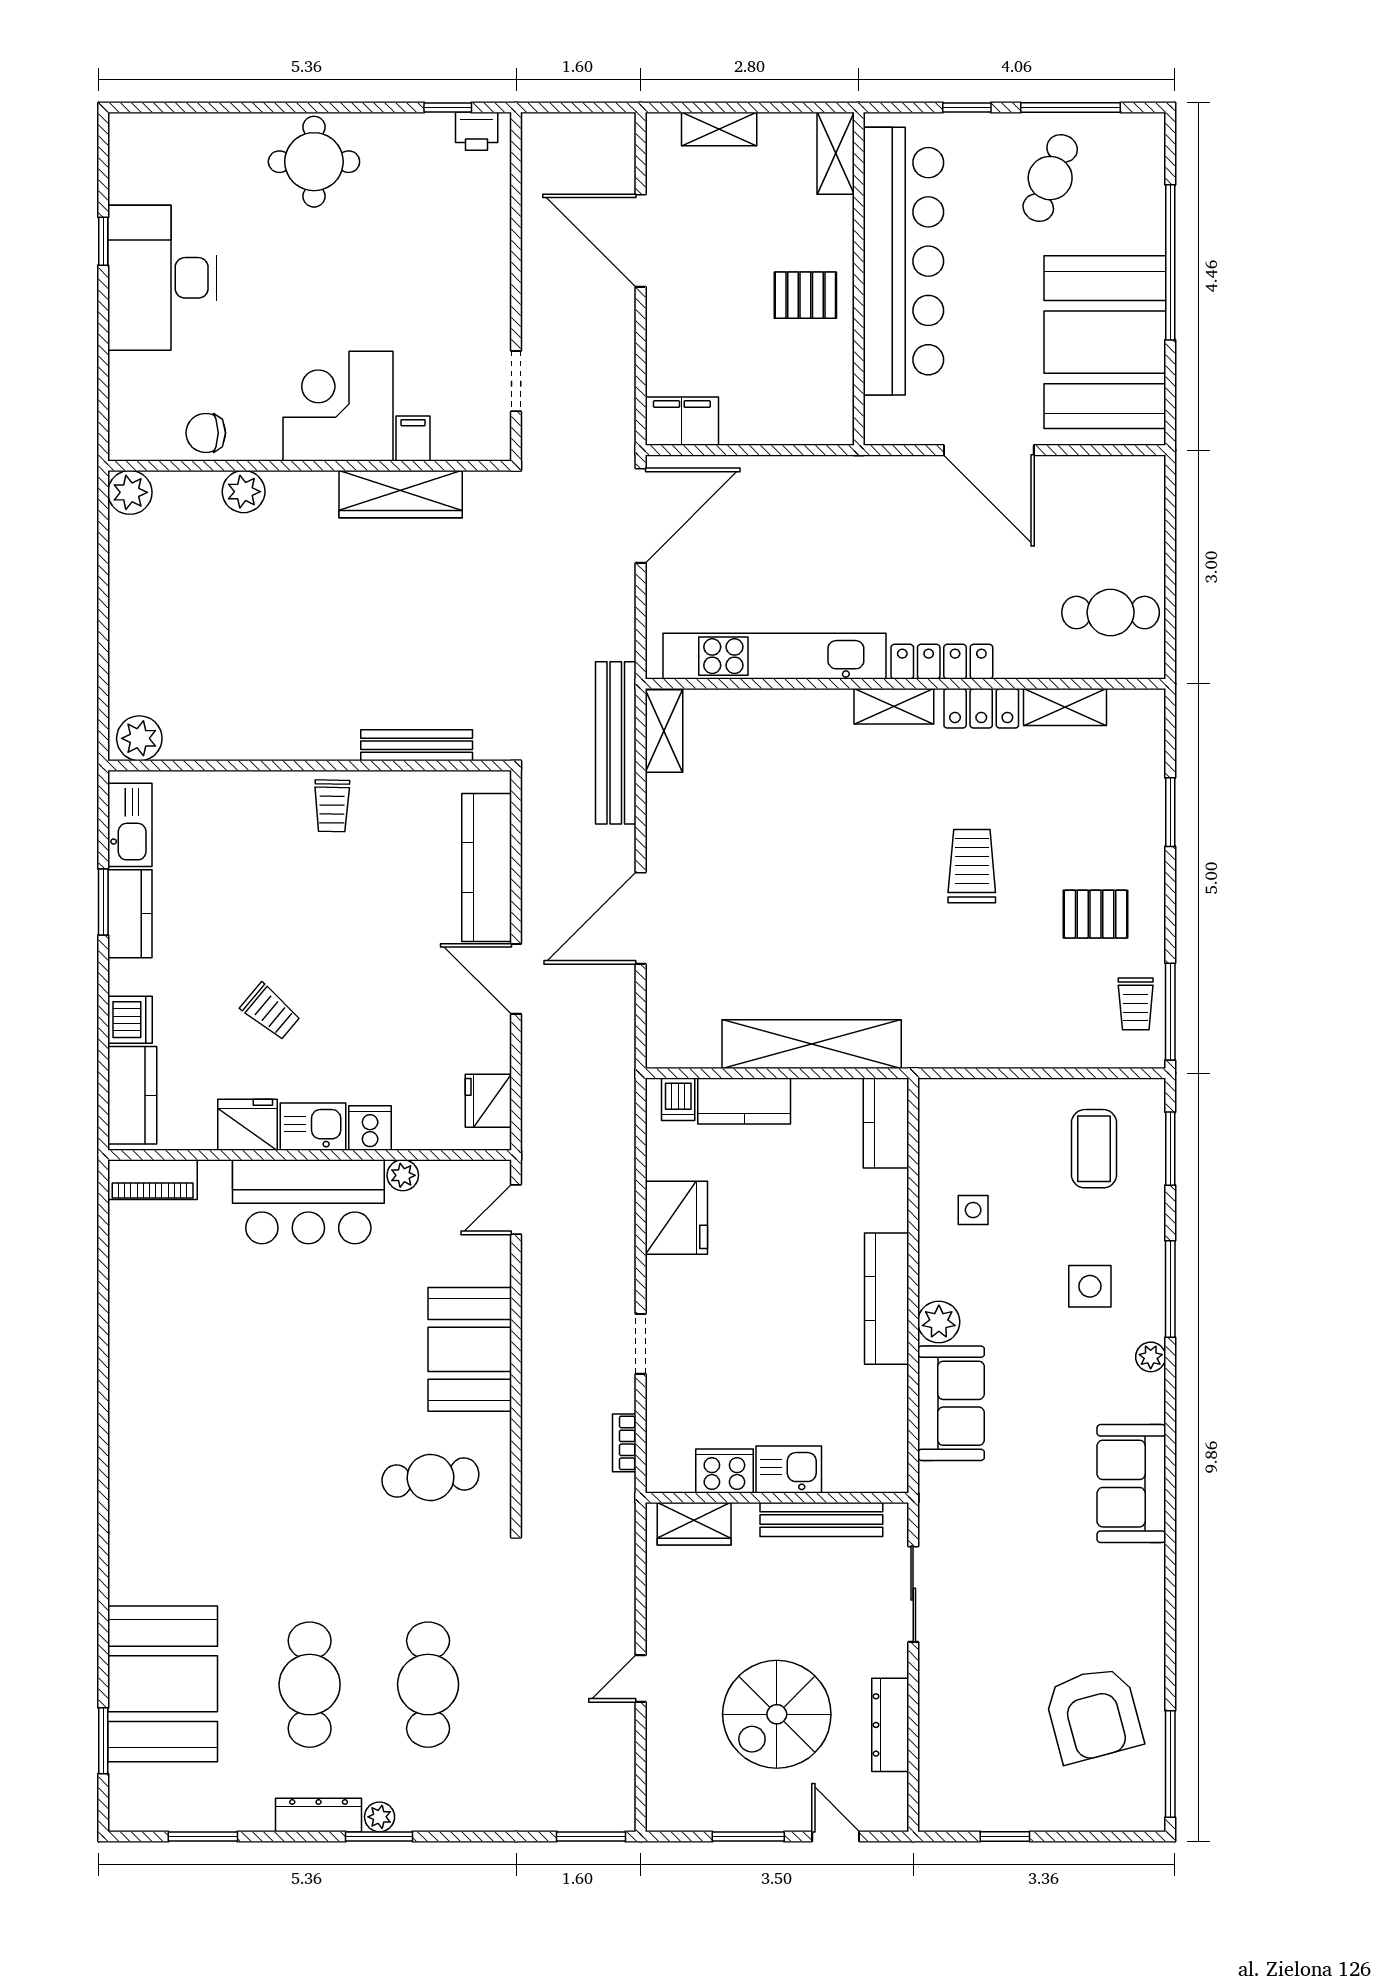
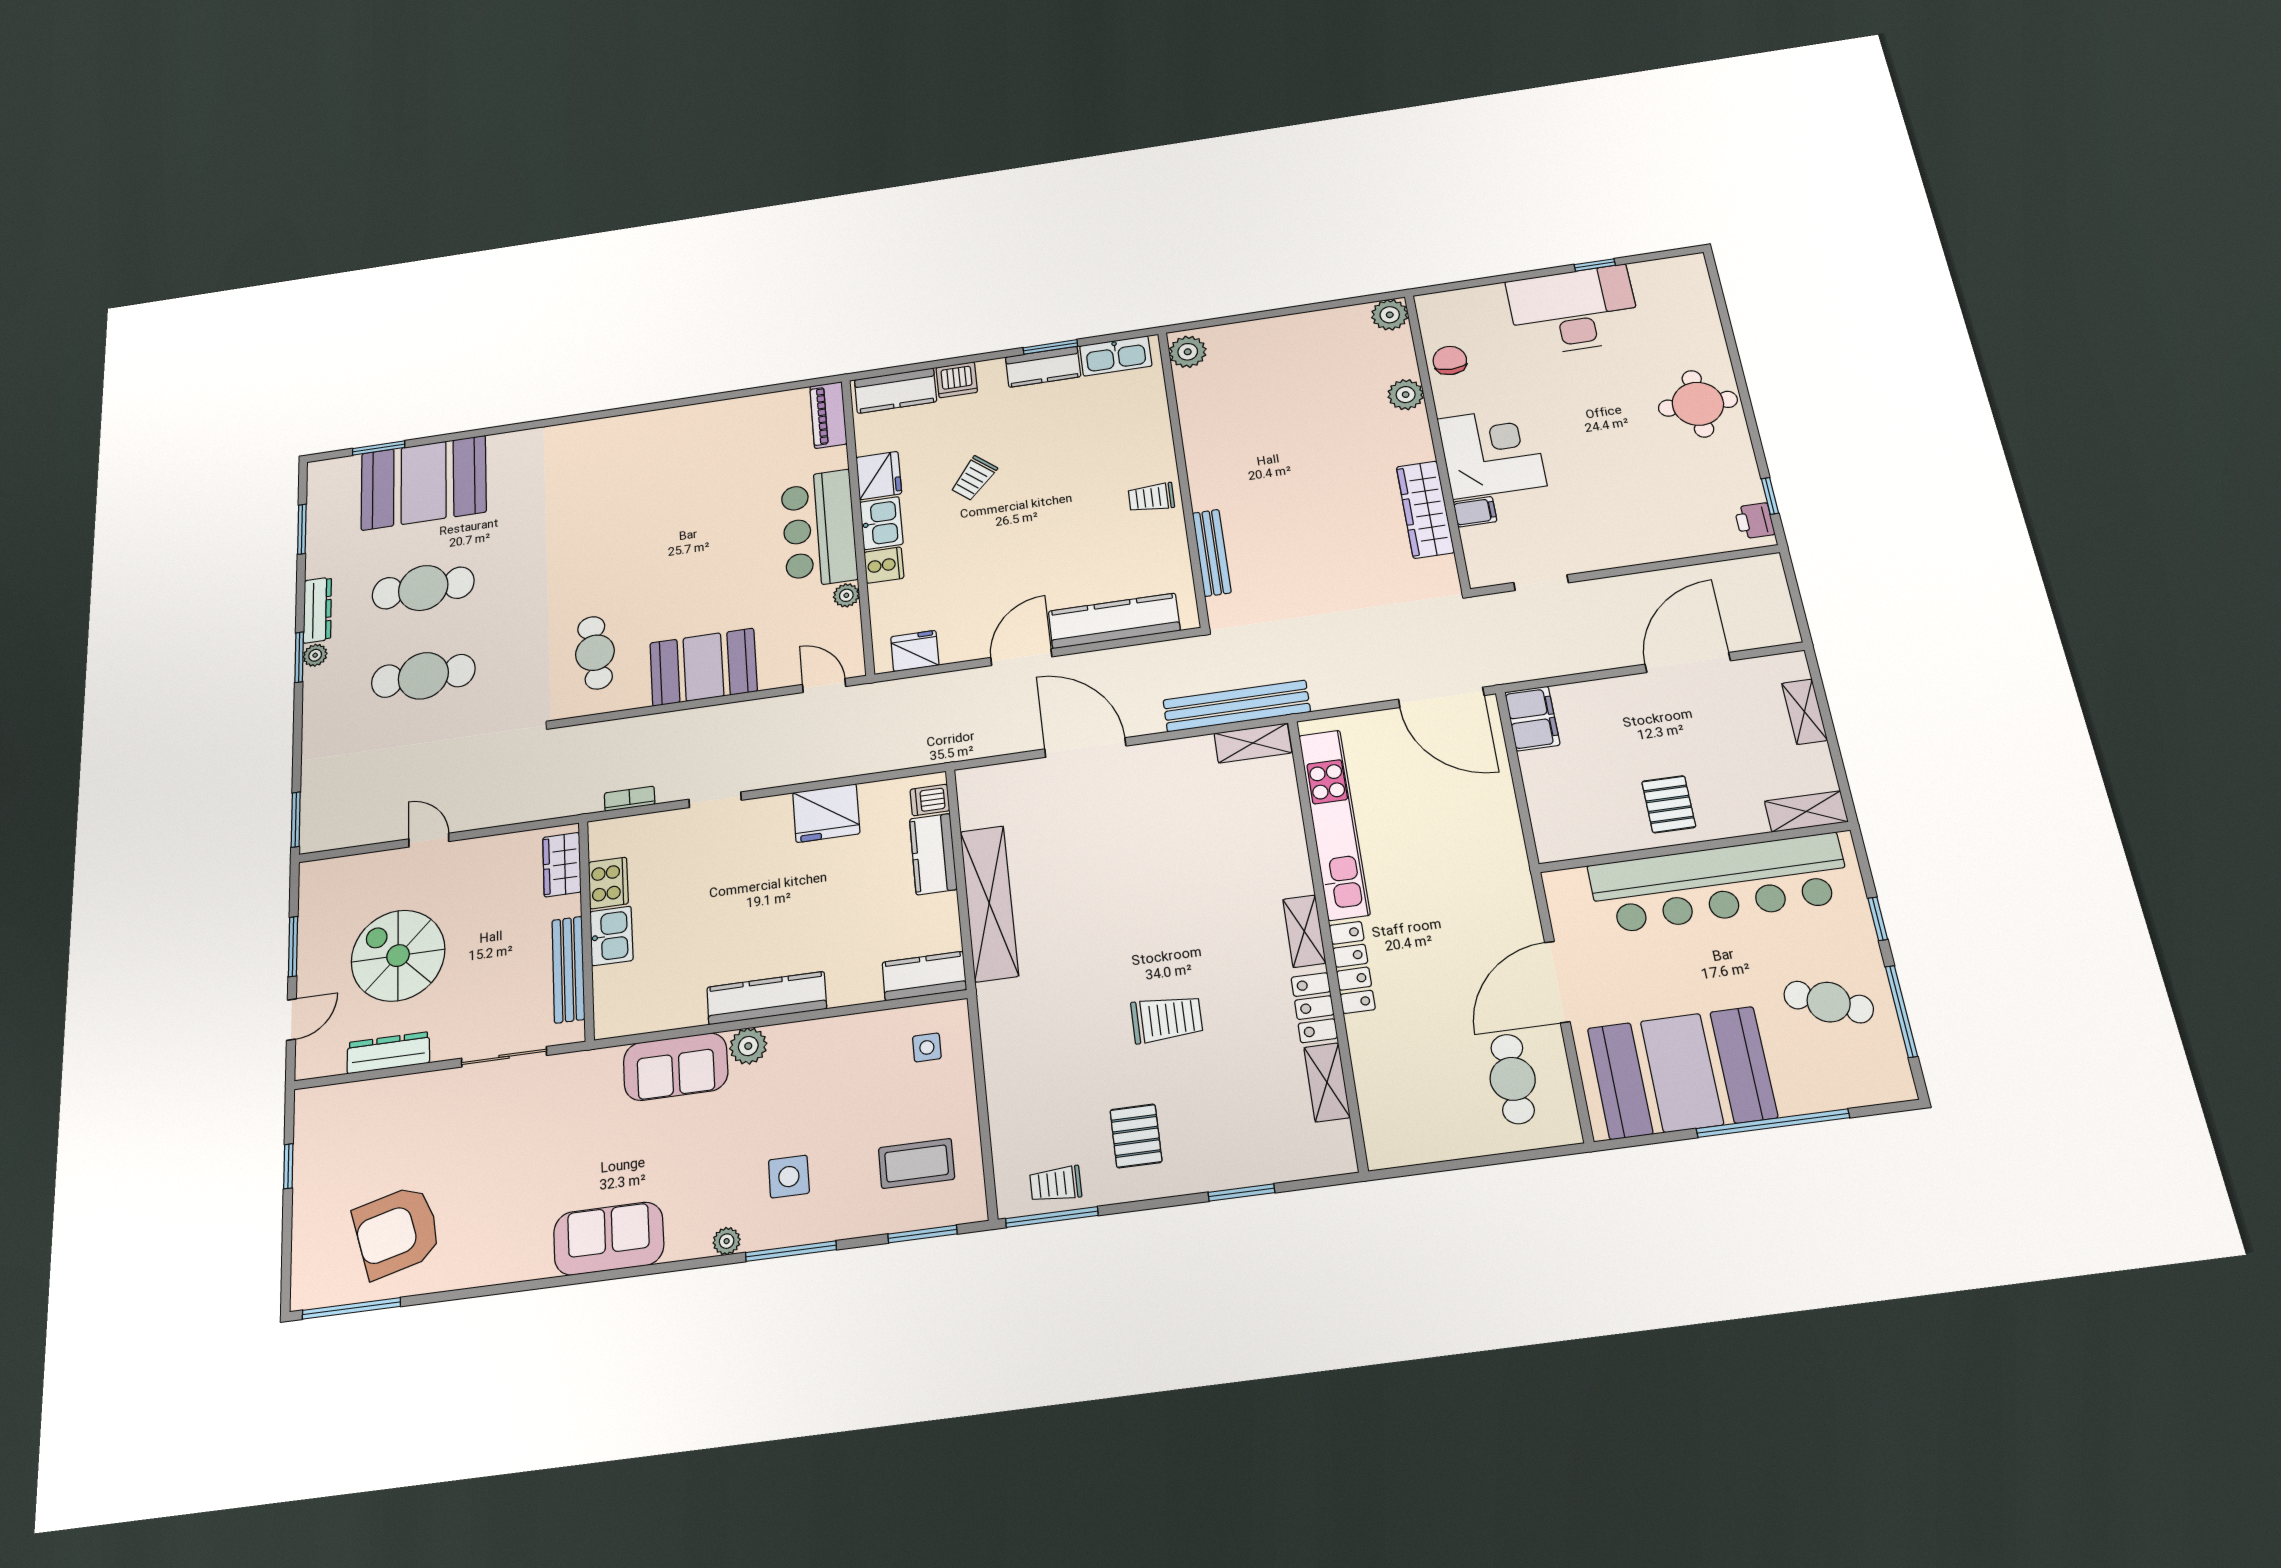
cafe table: (1111, 613) -> (1513, 1079), moved
side table: (973, 1210) -> (927, 1047), moved

